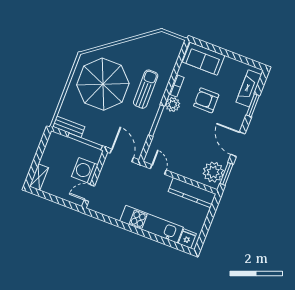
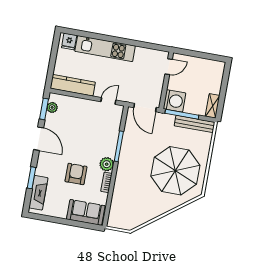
sun lounger: (146, 89) -> (135, 174), removed
armchair: (206, 100) -> (76, 174), turned -90
bench: (69, 127) -> (195, 124), width x1.36
door: (158, 169) -> (108, 101), swing flipped
washing machine: (85, 171) -> (174, 101), moved
plant: (213, 172) -> (52, 107), width x0.53, depth x0.53
shelving: (39, 177) -> (213, 106), moved

